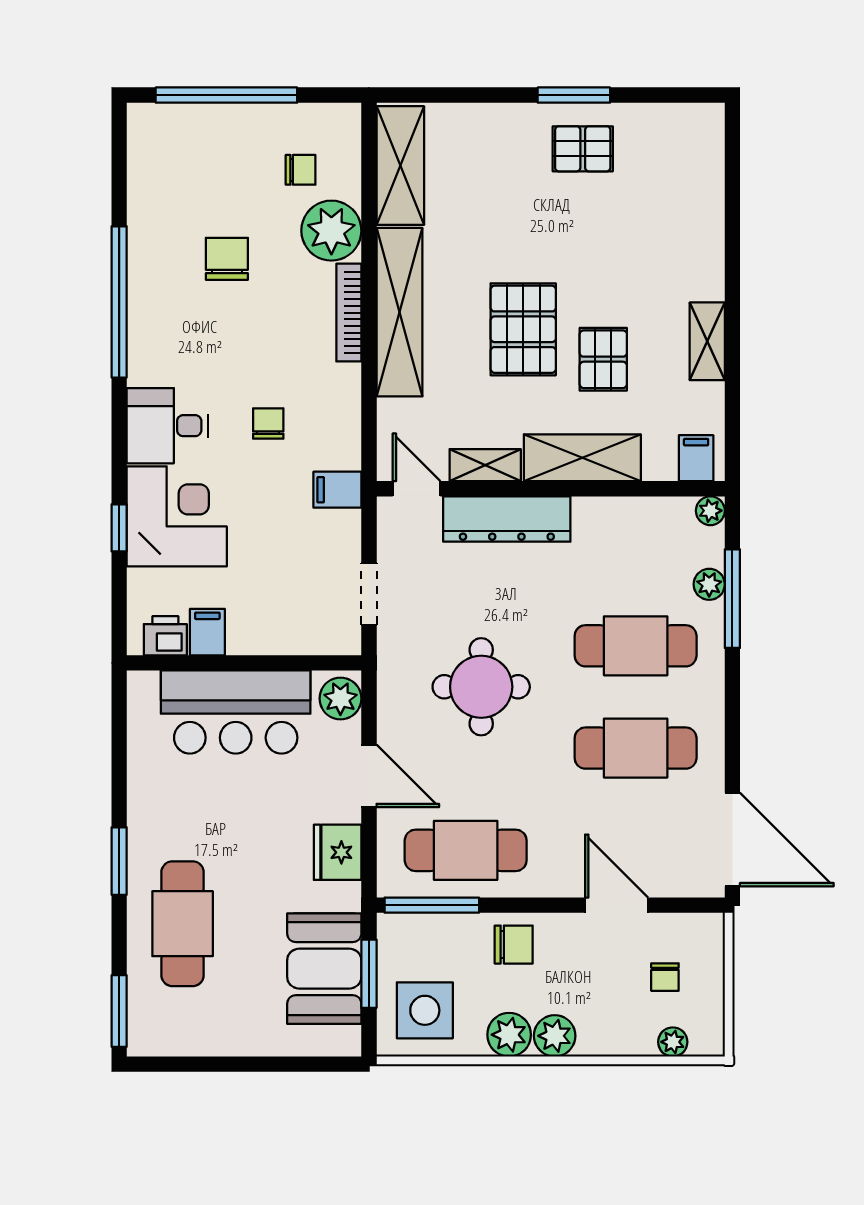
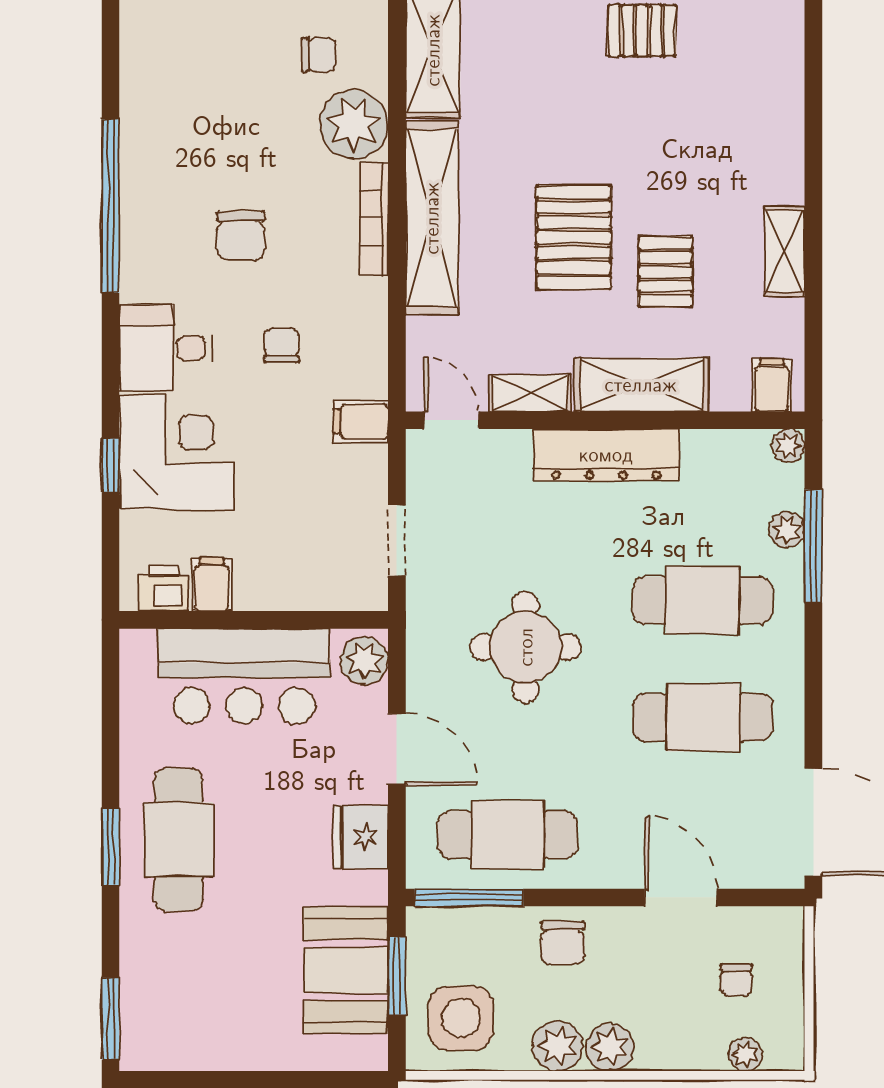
chair: (227, 259) -> (241, 236), moved, turned 180
dresser: (507, 519) -> (606, 455), moved
cafe table: (183, 924) -> (178, 840), moved
chair: (514, 945) -> (563, 943), turned 90

